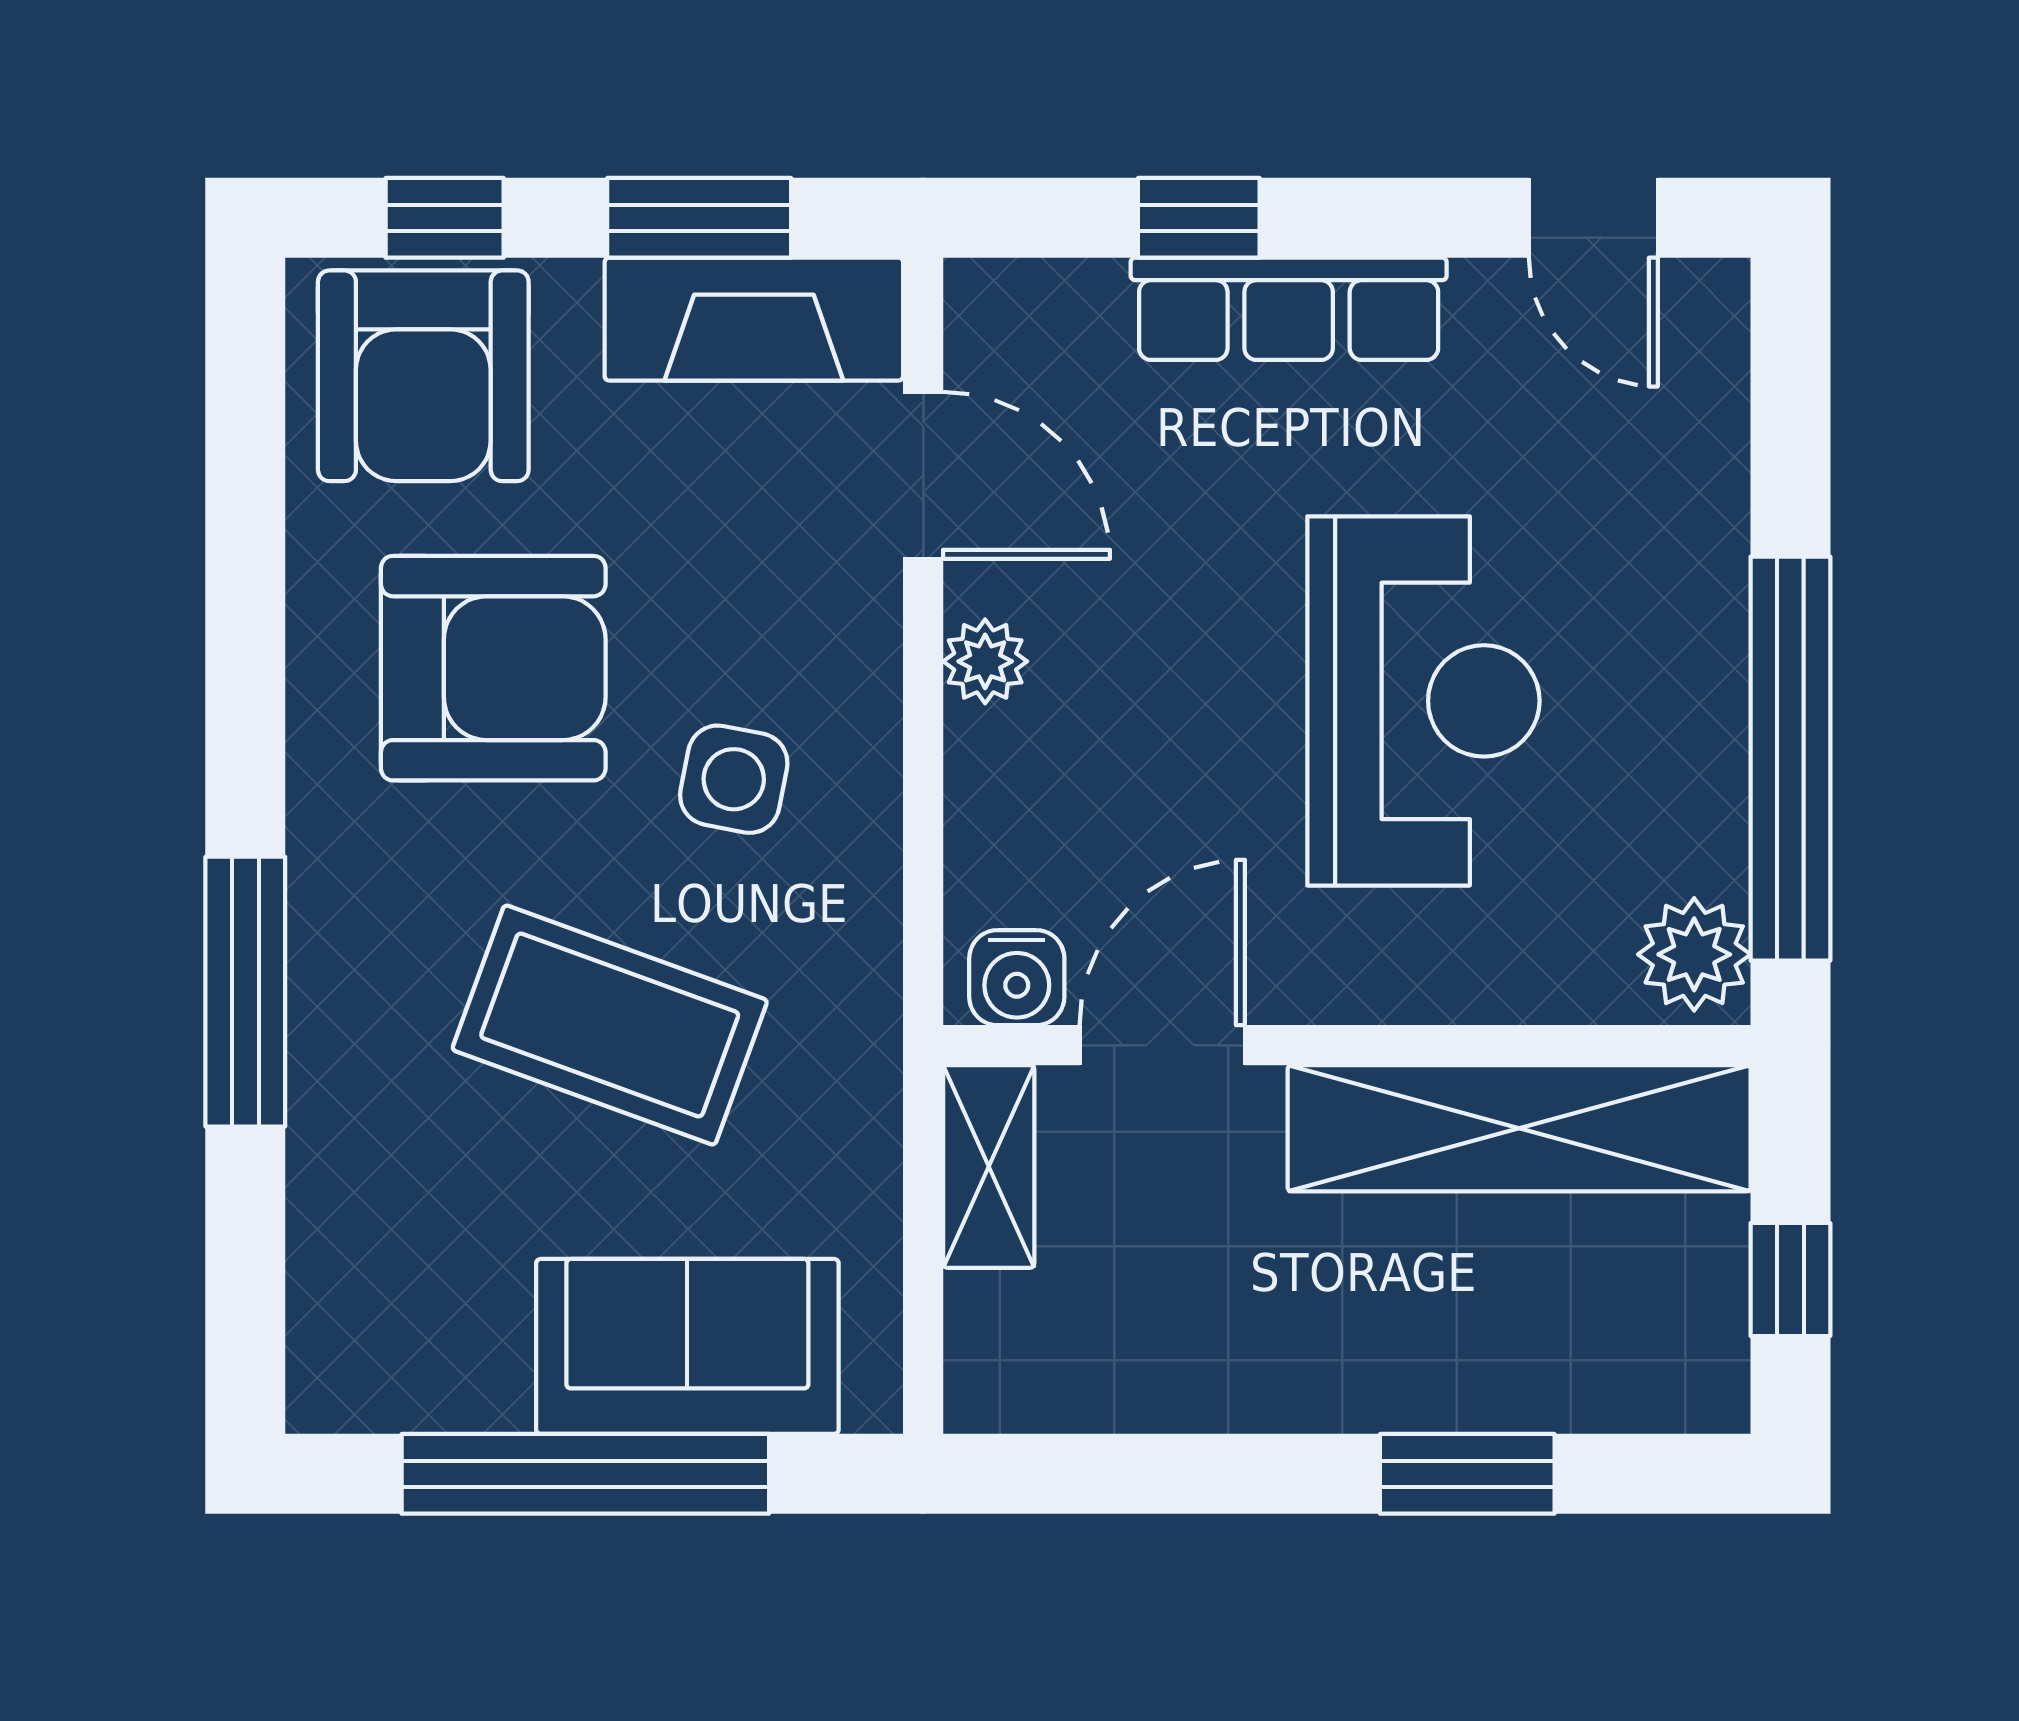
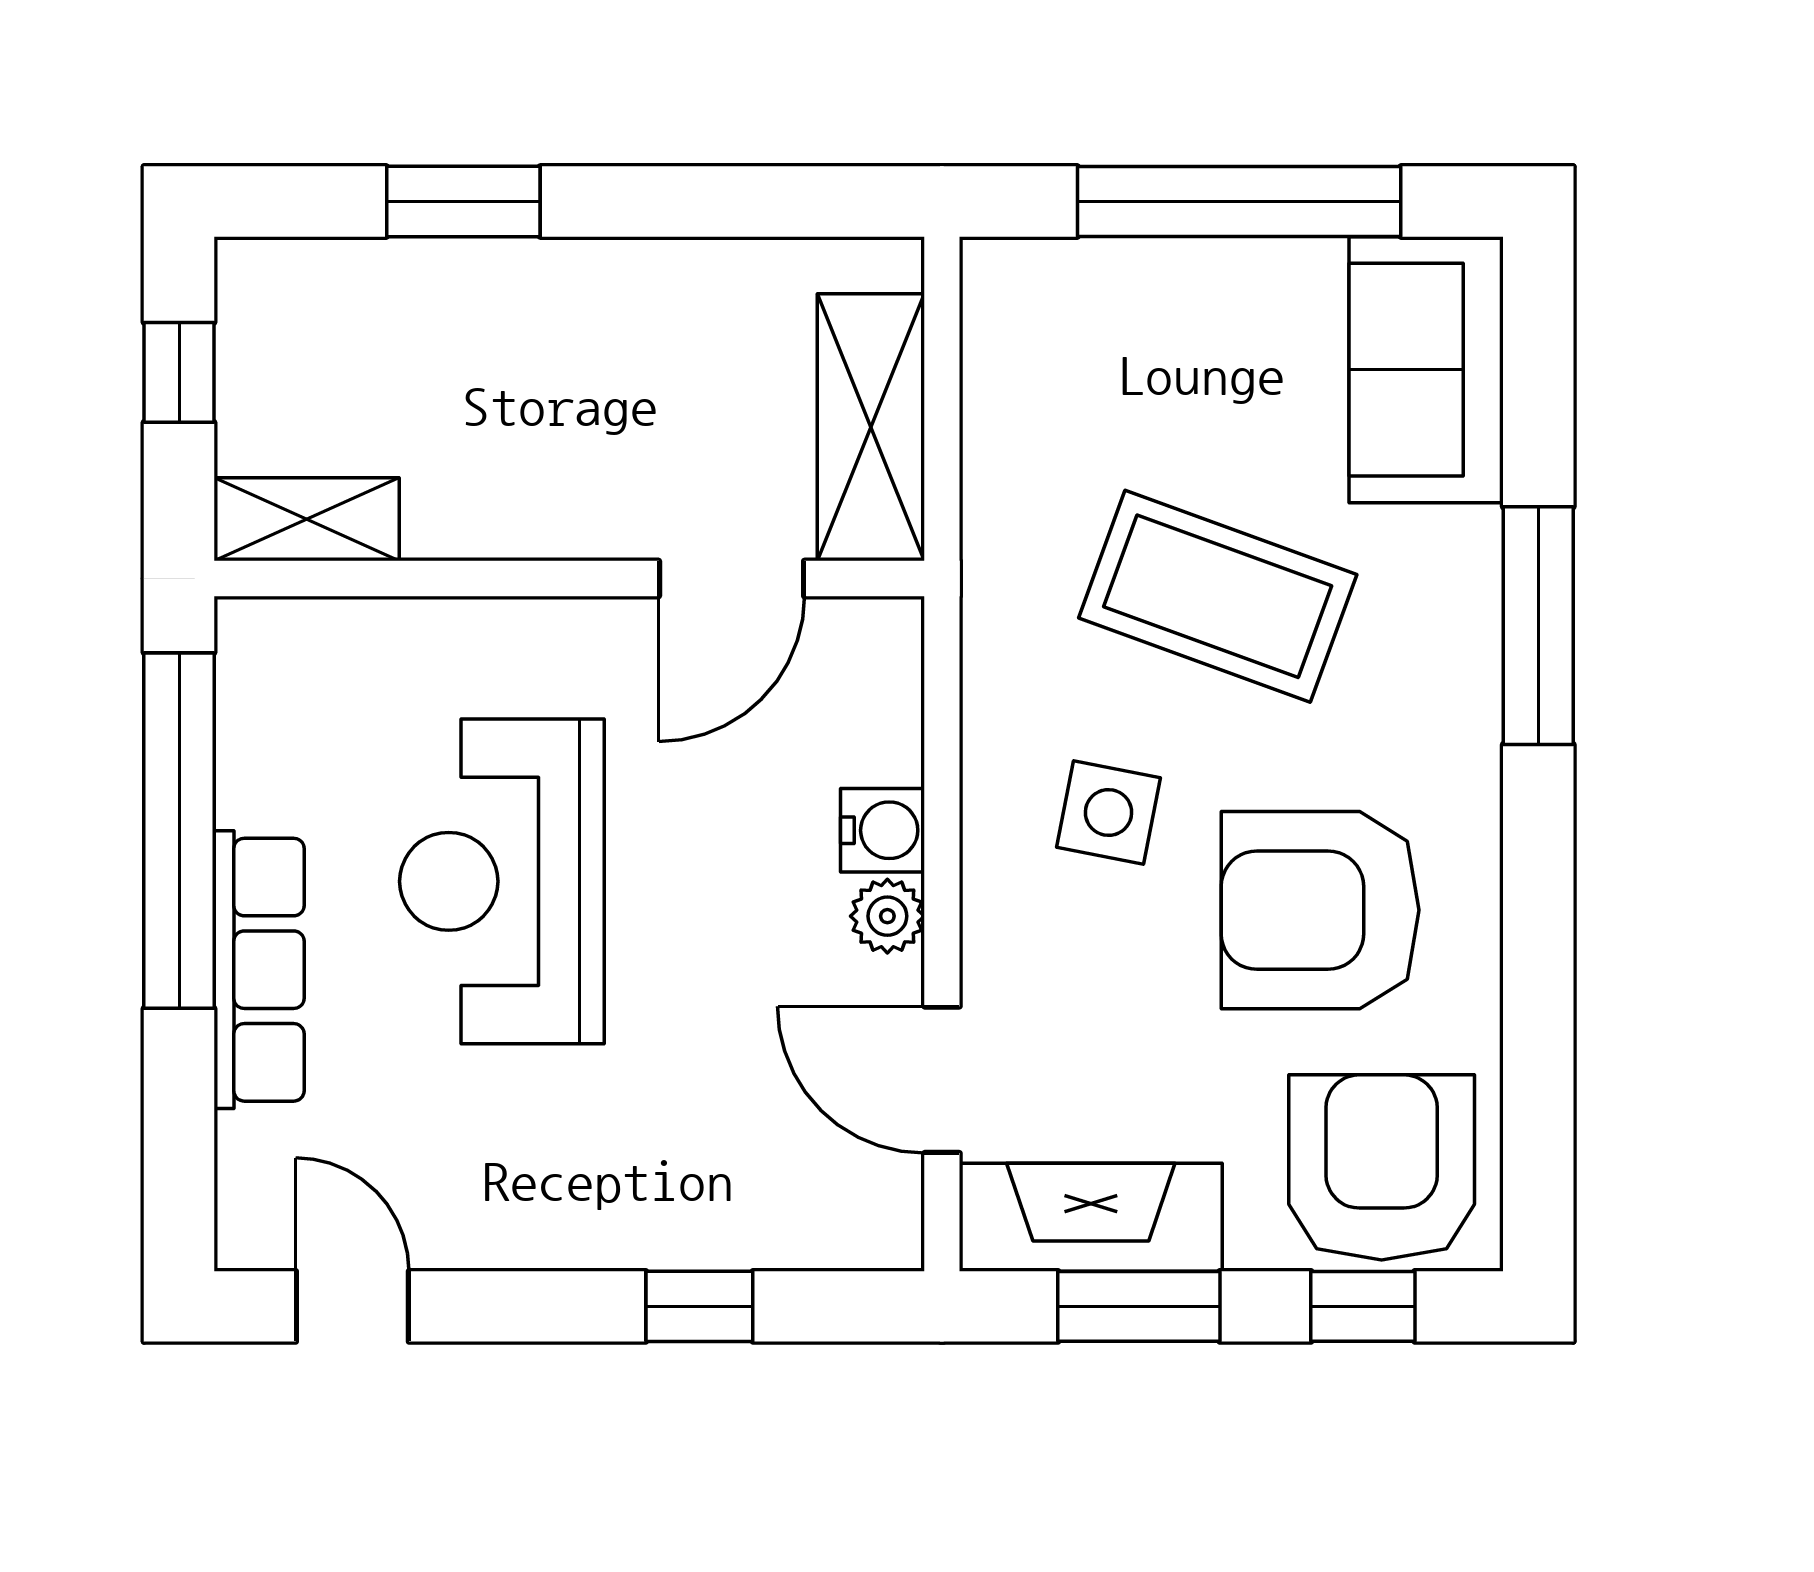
row of seats: (1289, 309) -> (259, 970), moved, turned 90
plant: (1694, 954) -> (264, 658), removed
water cooler: (1017, 978) -> (883, 830), moved, turned 90
shelving: (1519, 1128) -> (307, 519), width x0.45, depth x0.75
shelving: (989, 1166) -> (871, 427), width x1.50, depth x1.33
sofa: (687, 1346) -> (1426, 370), moved, turned 90

